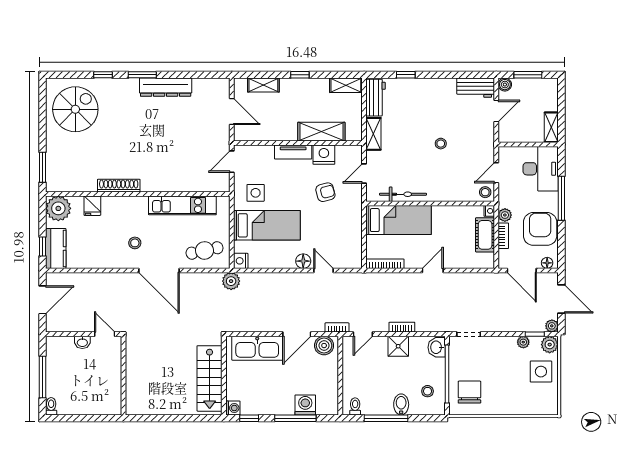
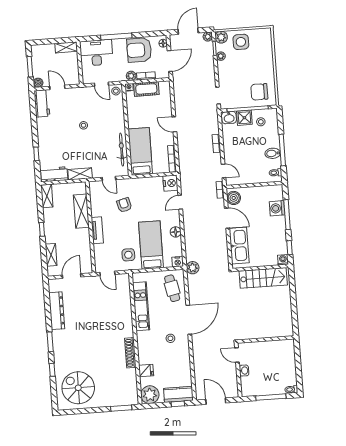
dresser: (166, 87) -> (57, 311), moved
nightstand: (324, 155) -> (170, 183), moved, turned 180
floor lamp: (303, 261) -> (176, 232), moved
door: (105, 334) -> (237, 355), hinge flipped
shower: (398, 346) -> (244, 118), moved
bidet: (401, 404) -> (273, 153), moved

